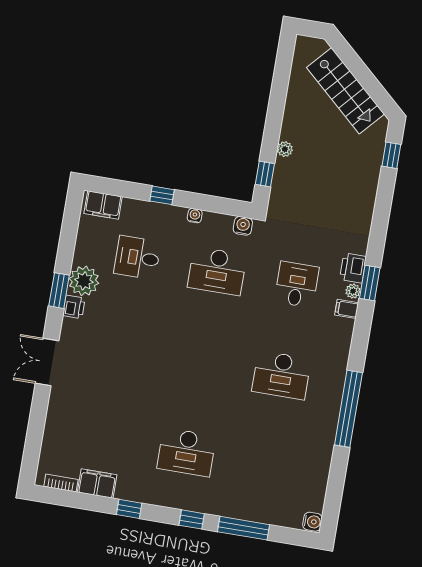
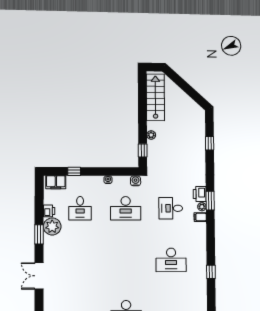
stairs: (345, 91) -> (155, 97), moved, turned -132
window: (391, 155) -> (210, 143), moved
window: (162, 195) -> (74, 171), moved
desk: (137, 258) -> (80, 208), turned -90
desk: (297, 284) -> (171, 208), turned -90
printer: (74, 307) -> (49, 211), moved
window: (348, 409) -> (211, 272), width x0.32

